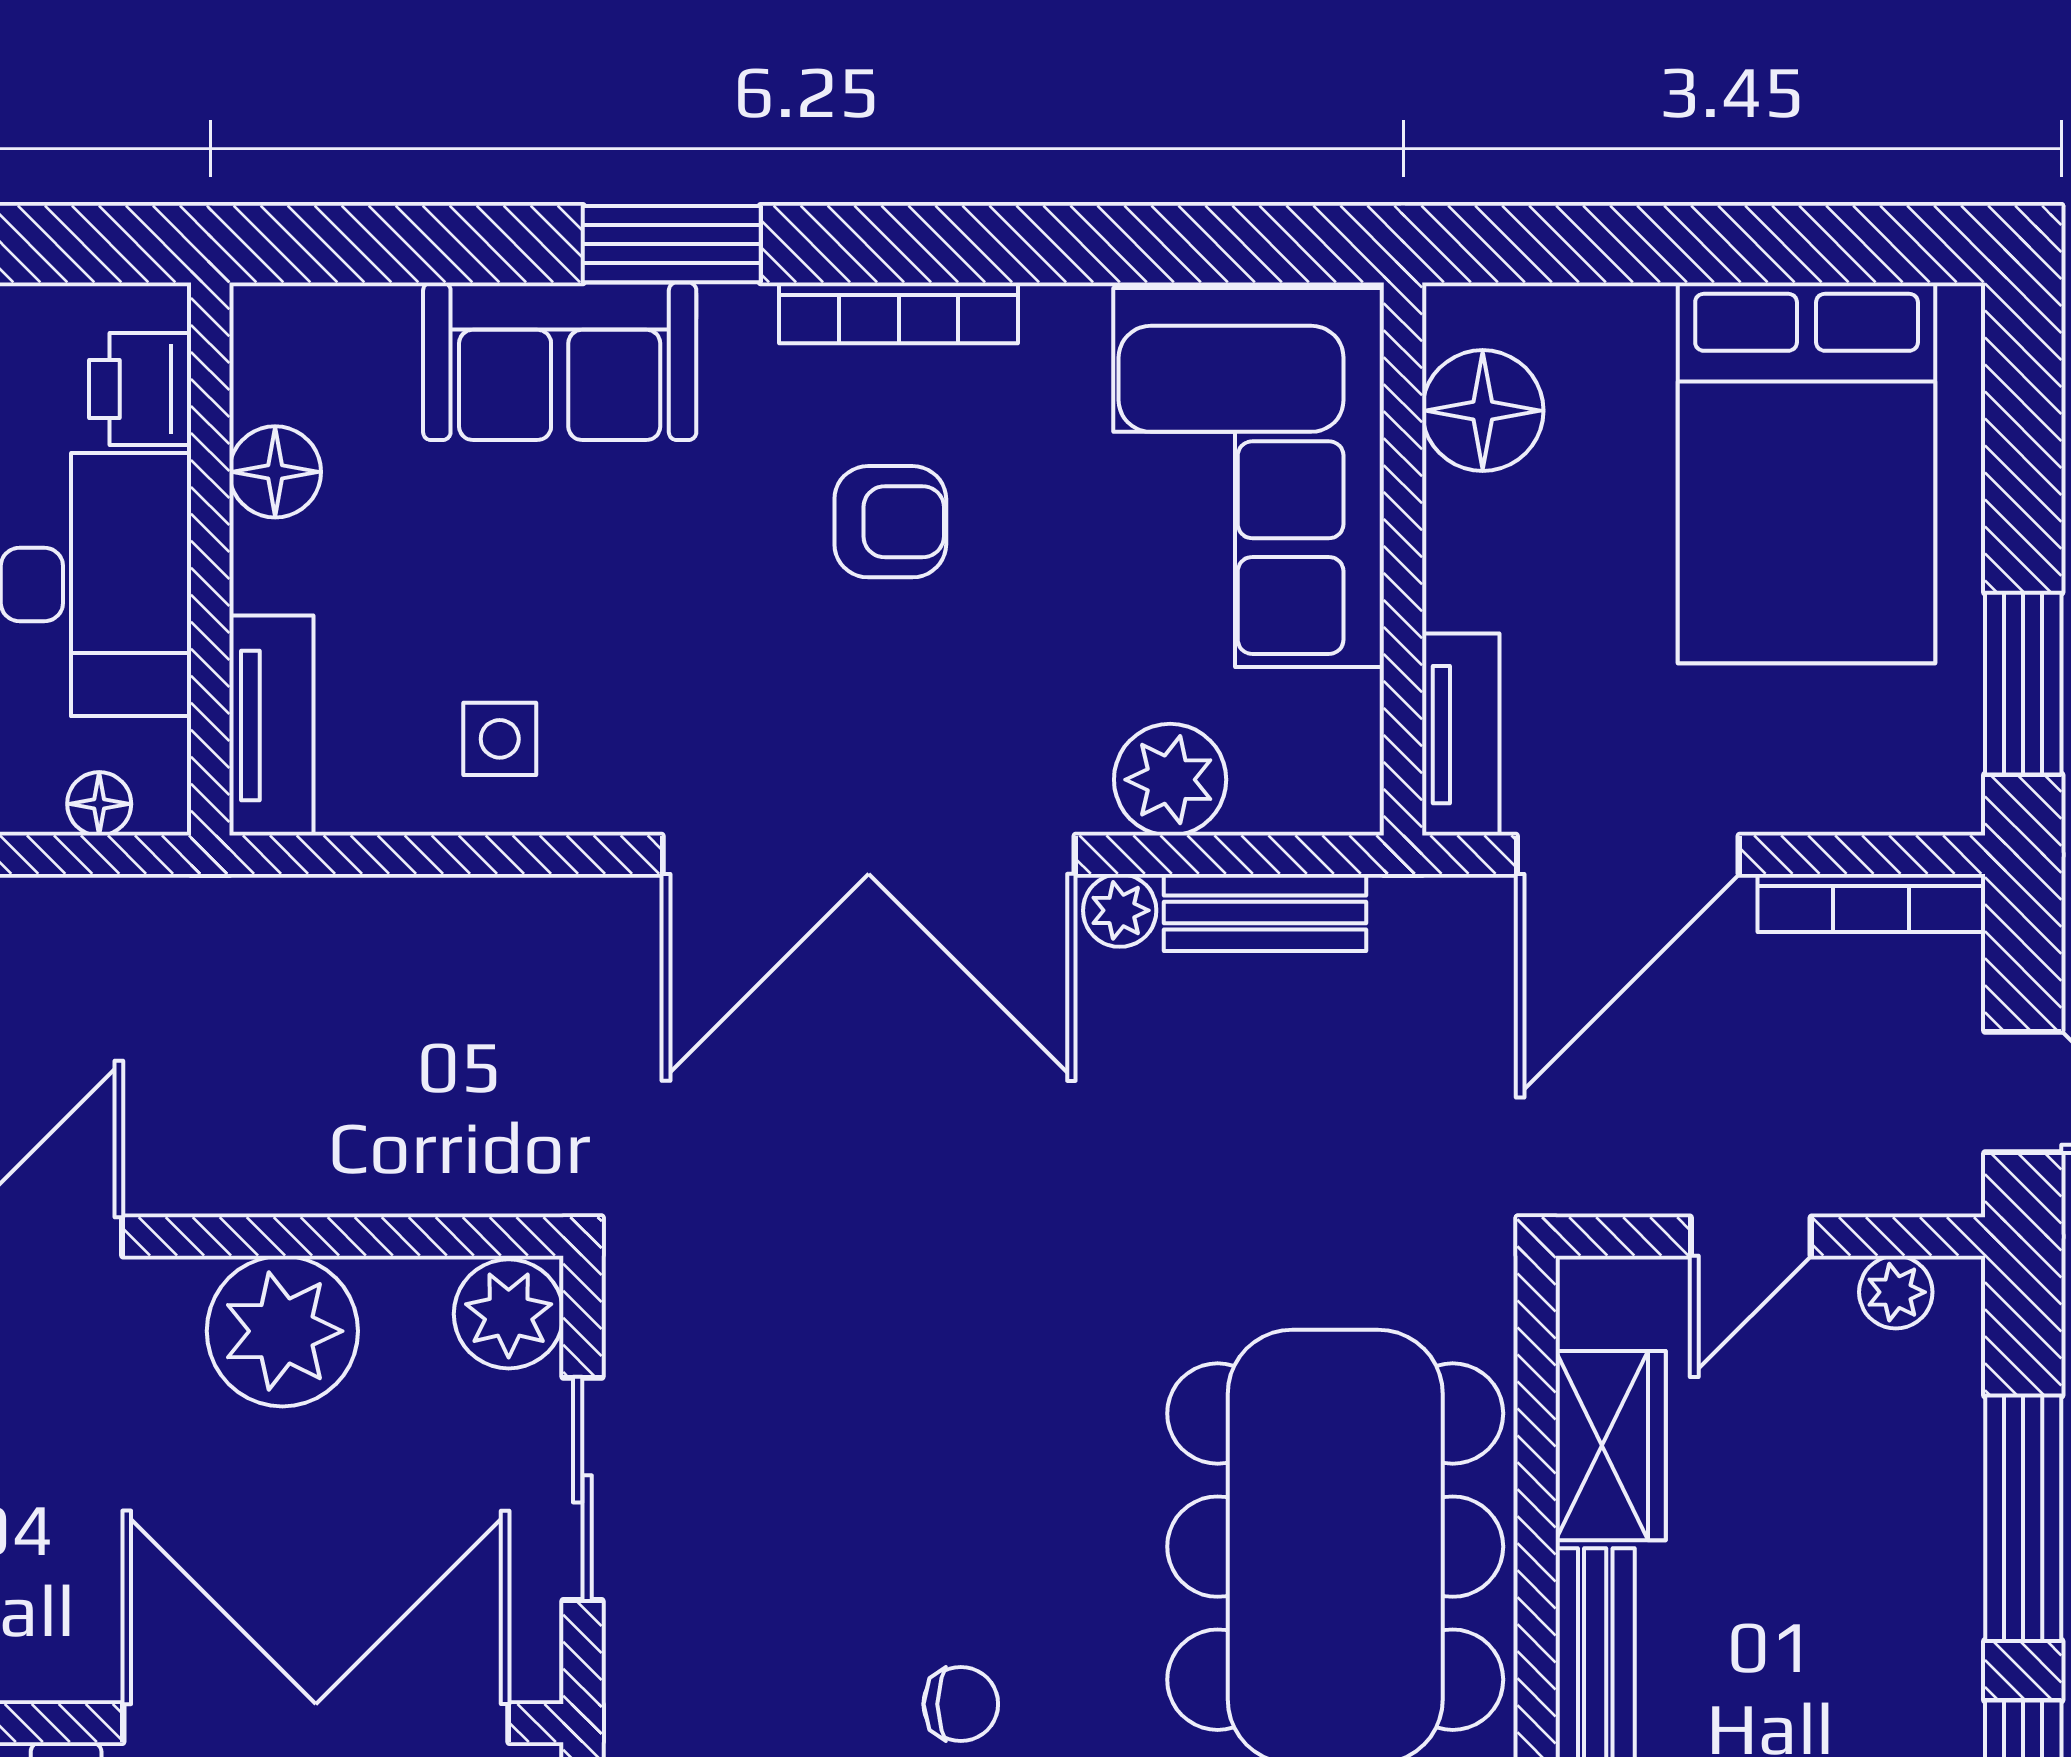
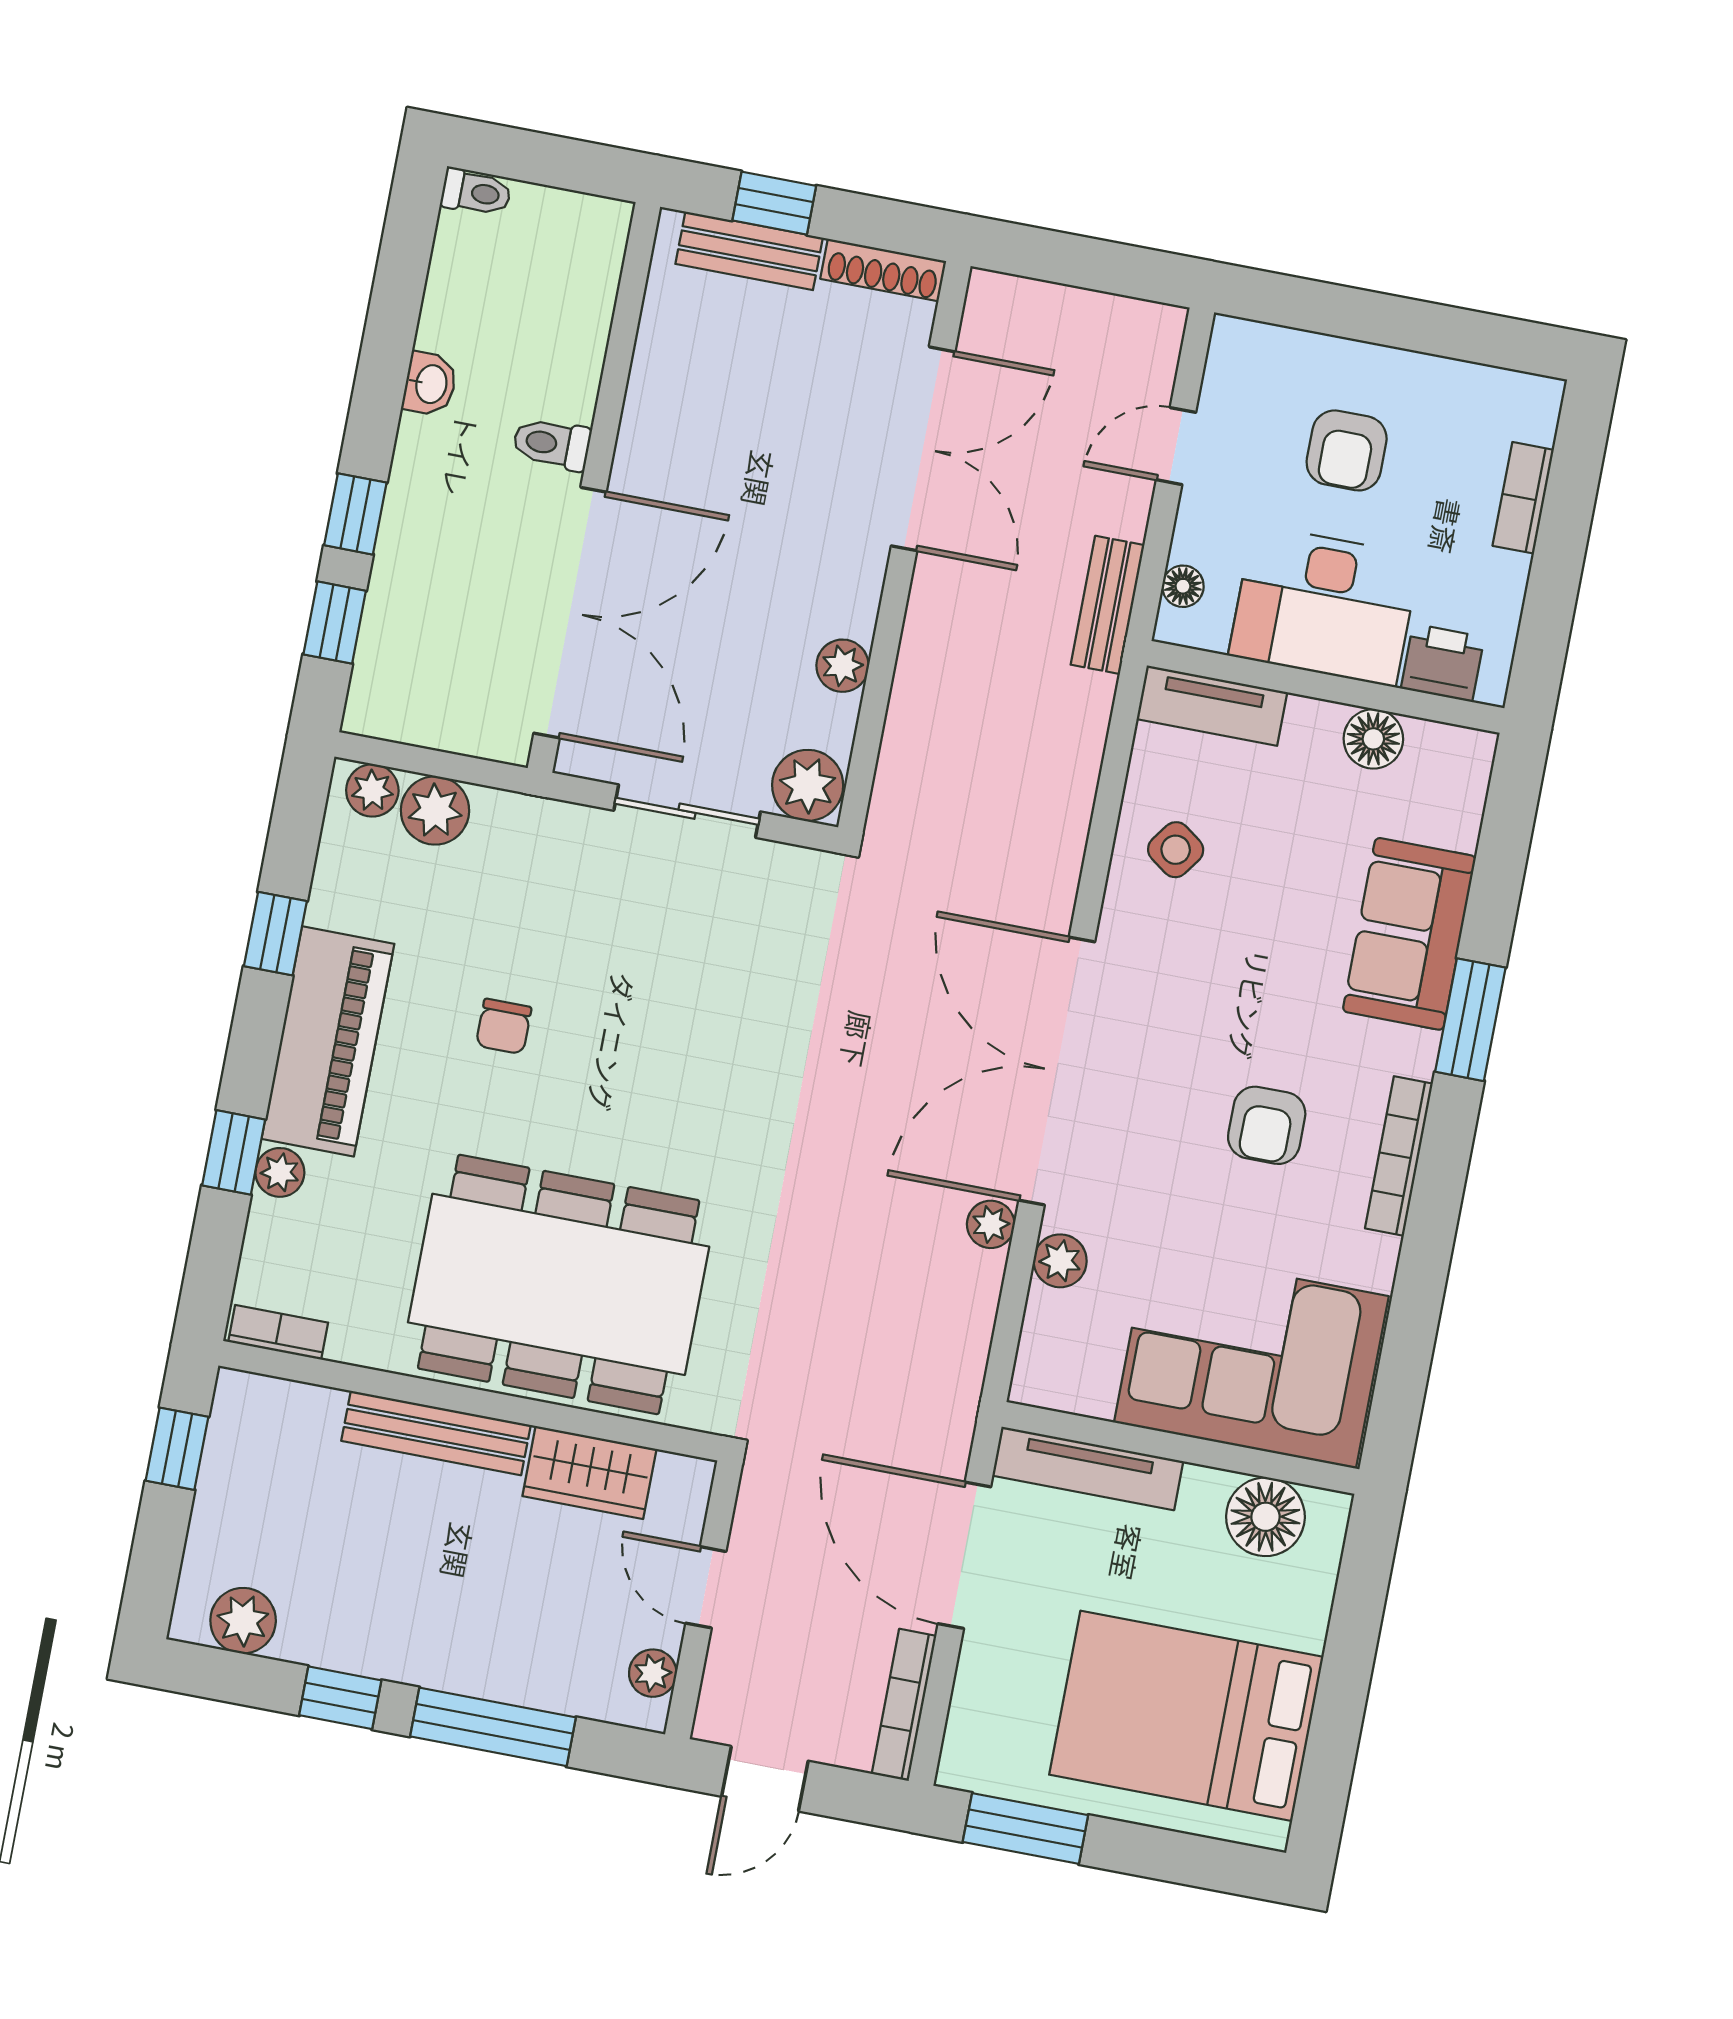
tv unit: (1461, 735) -> (1088, 1468), width x1.41
side table: (500, 739) -> (1176, 850), turned 36
plant: (1170, 780) -> (1060, 1261), width x0.73, depth x0.73
bench: (1265, 912) -> (1108, 605), moved
plant: (282, 1331) -> (842, 666), width x0.53, depth x0.53

